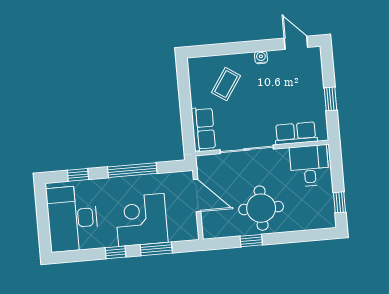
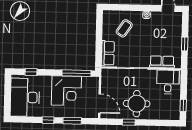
window: (132, 170) -> (76, 73), moved
door: (197, 195) -> (100, 104), moved
corner desk: (141, 220) -> (66, 91), moved, turned 180

